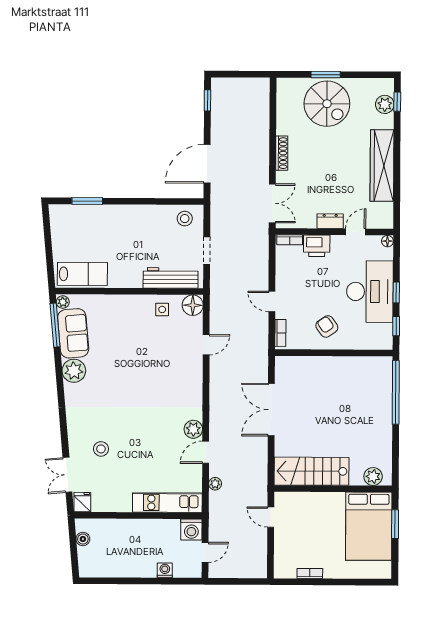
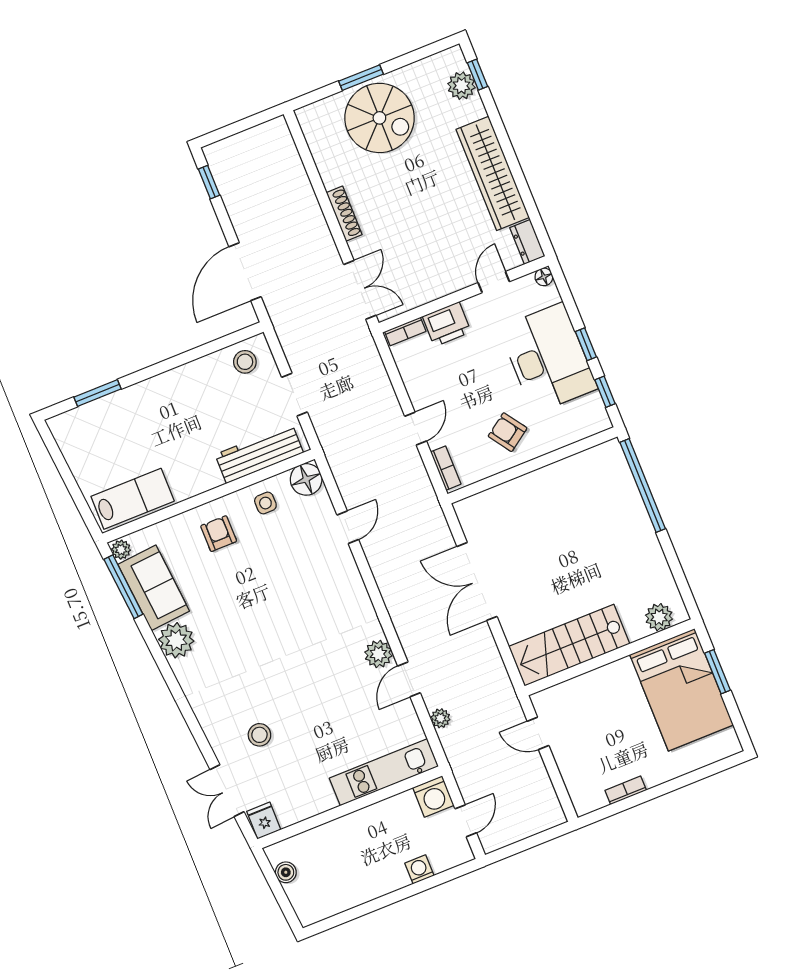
dresser: (330, 221) -> (527, 242), moved, turned -90
door: (272, 301) -> (416, 429), swing flipped
armchair: (126, 316) -> (219, 534), added

